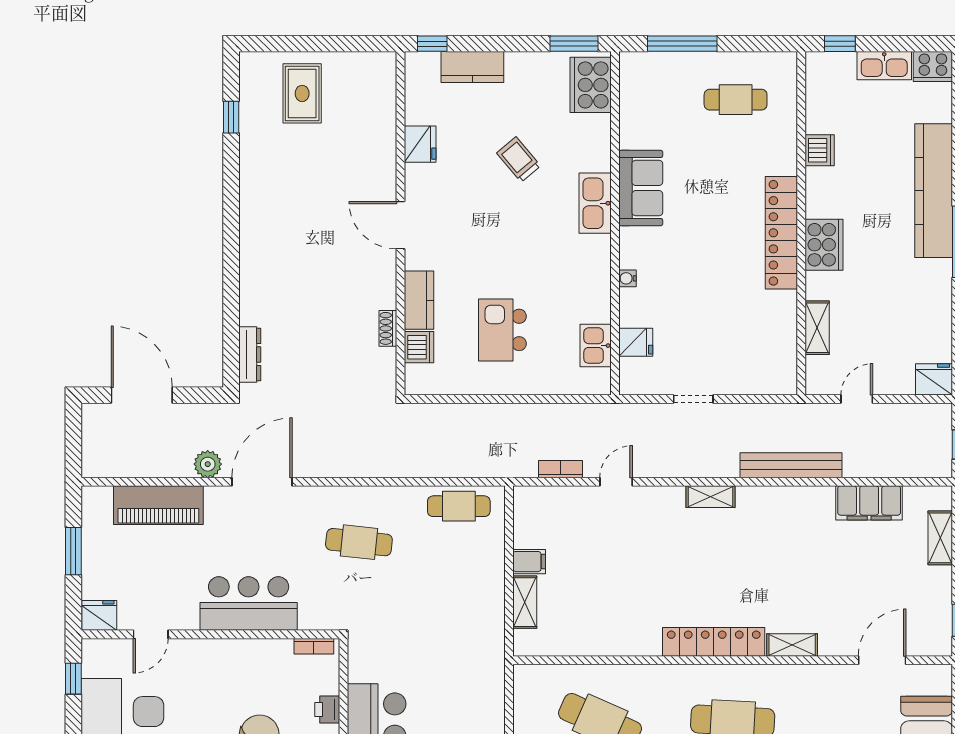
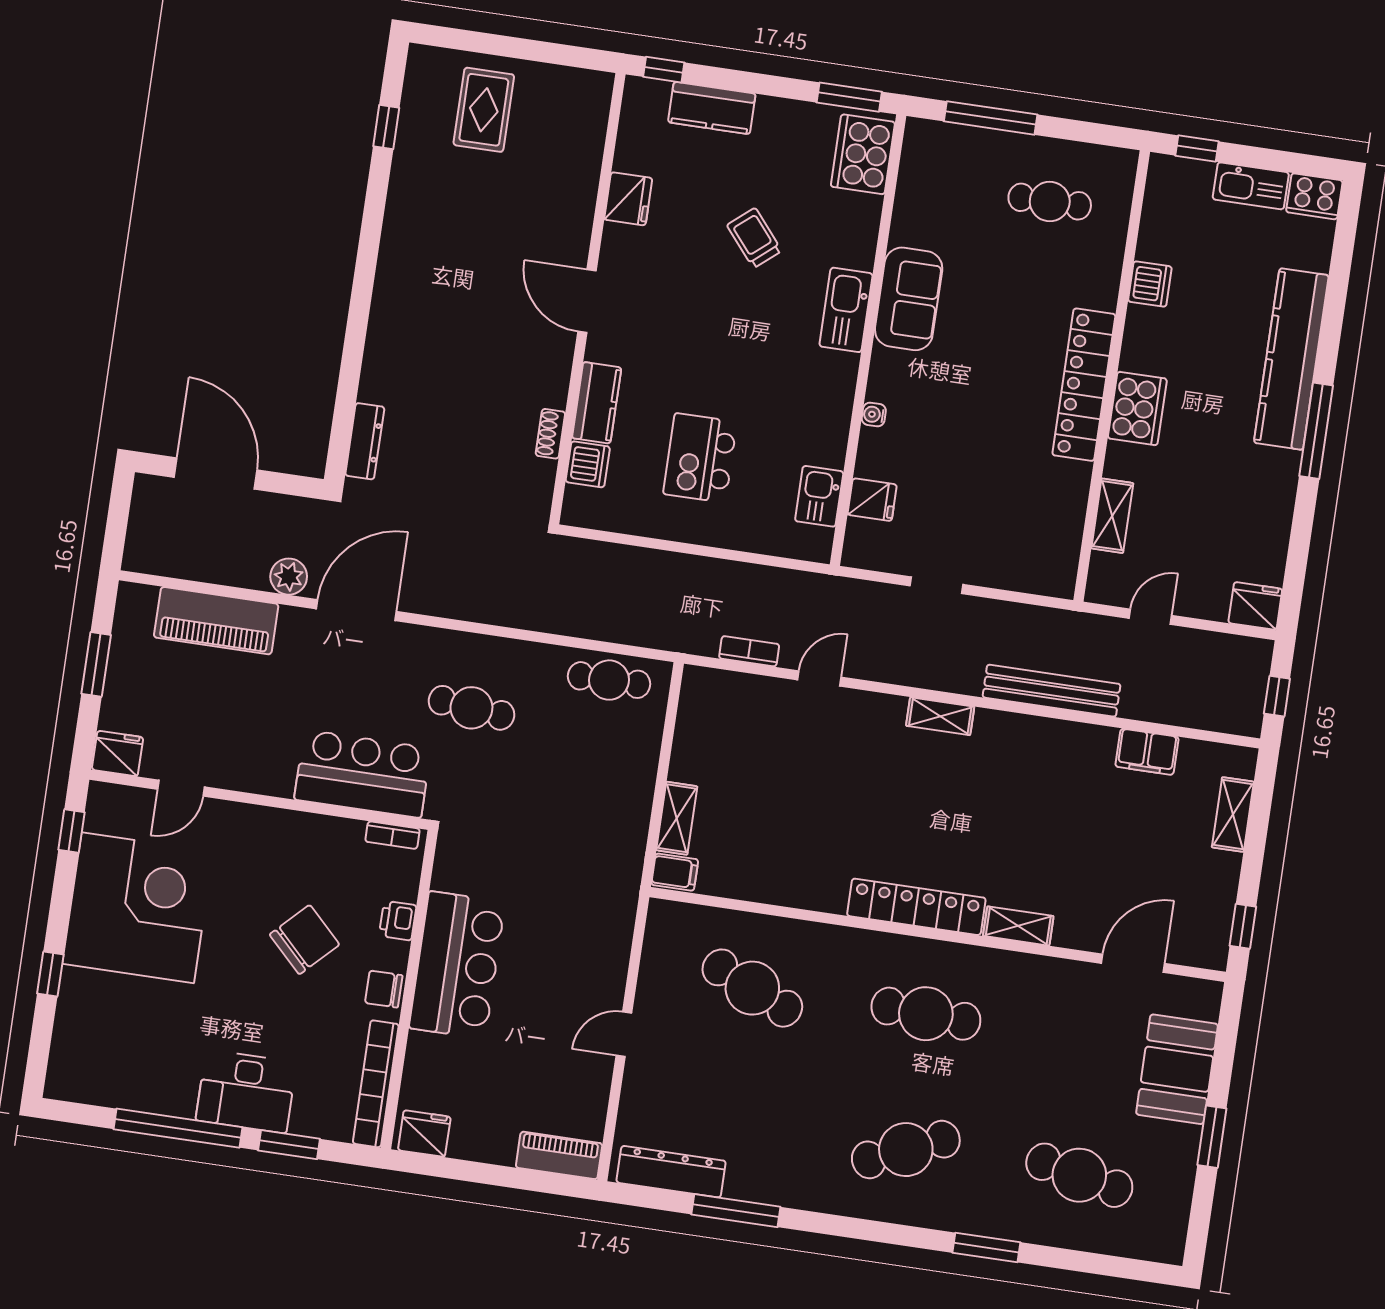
filing cabinet: (869, 503) -> (1147, 752), width x0.67, depth x0.86
filing cabinet: (529, 562) -> (675, 872), moved
bar counter: (249, 604) -> (363, 774), moved

